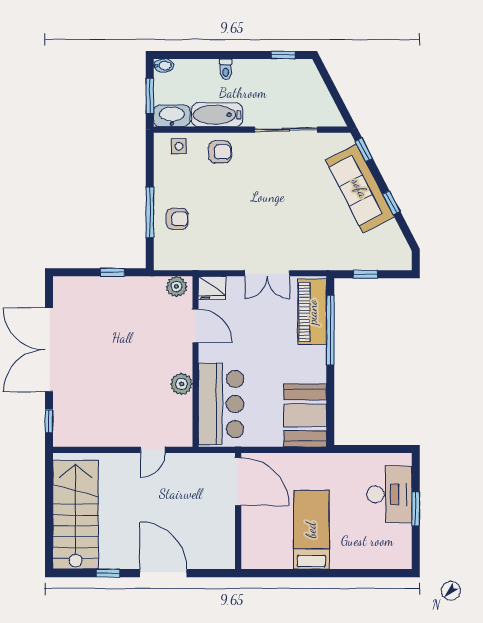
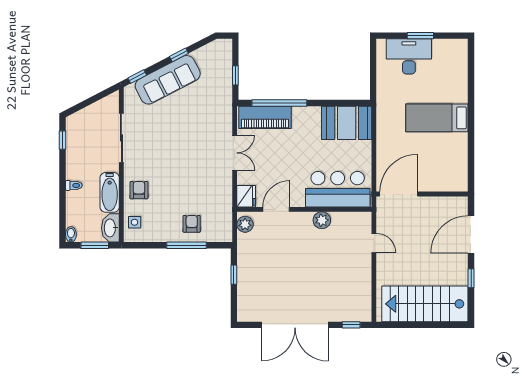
door: (238, 481) -> (399, 194), moved
wall: (238, 511) -> (422, 194), moved

